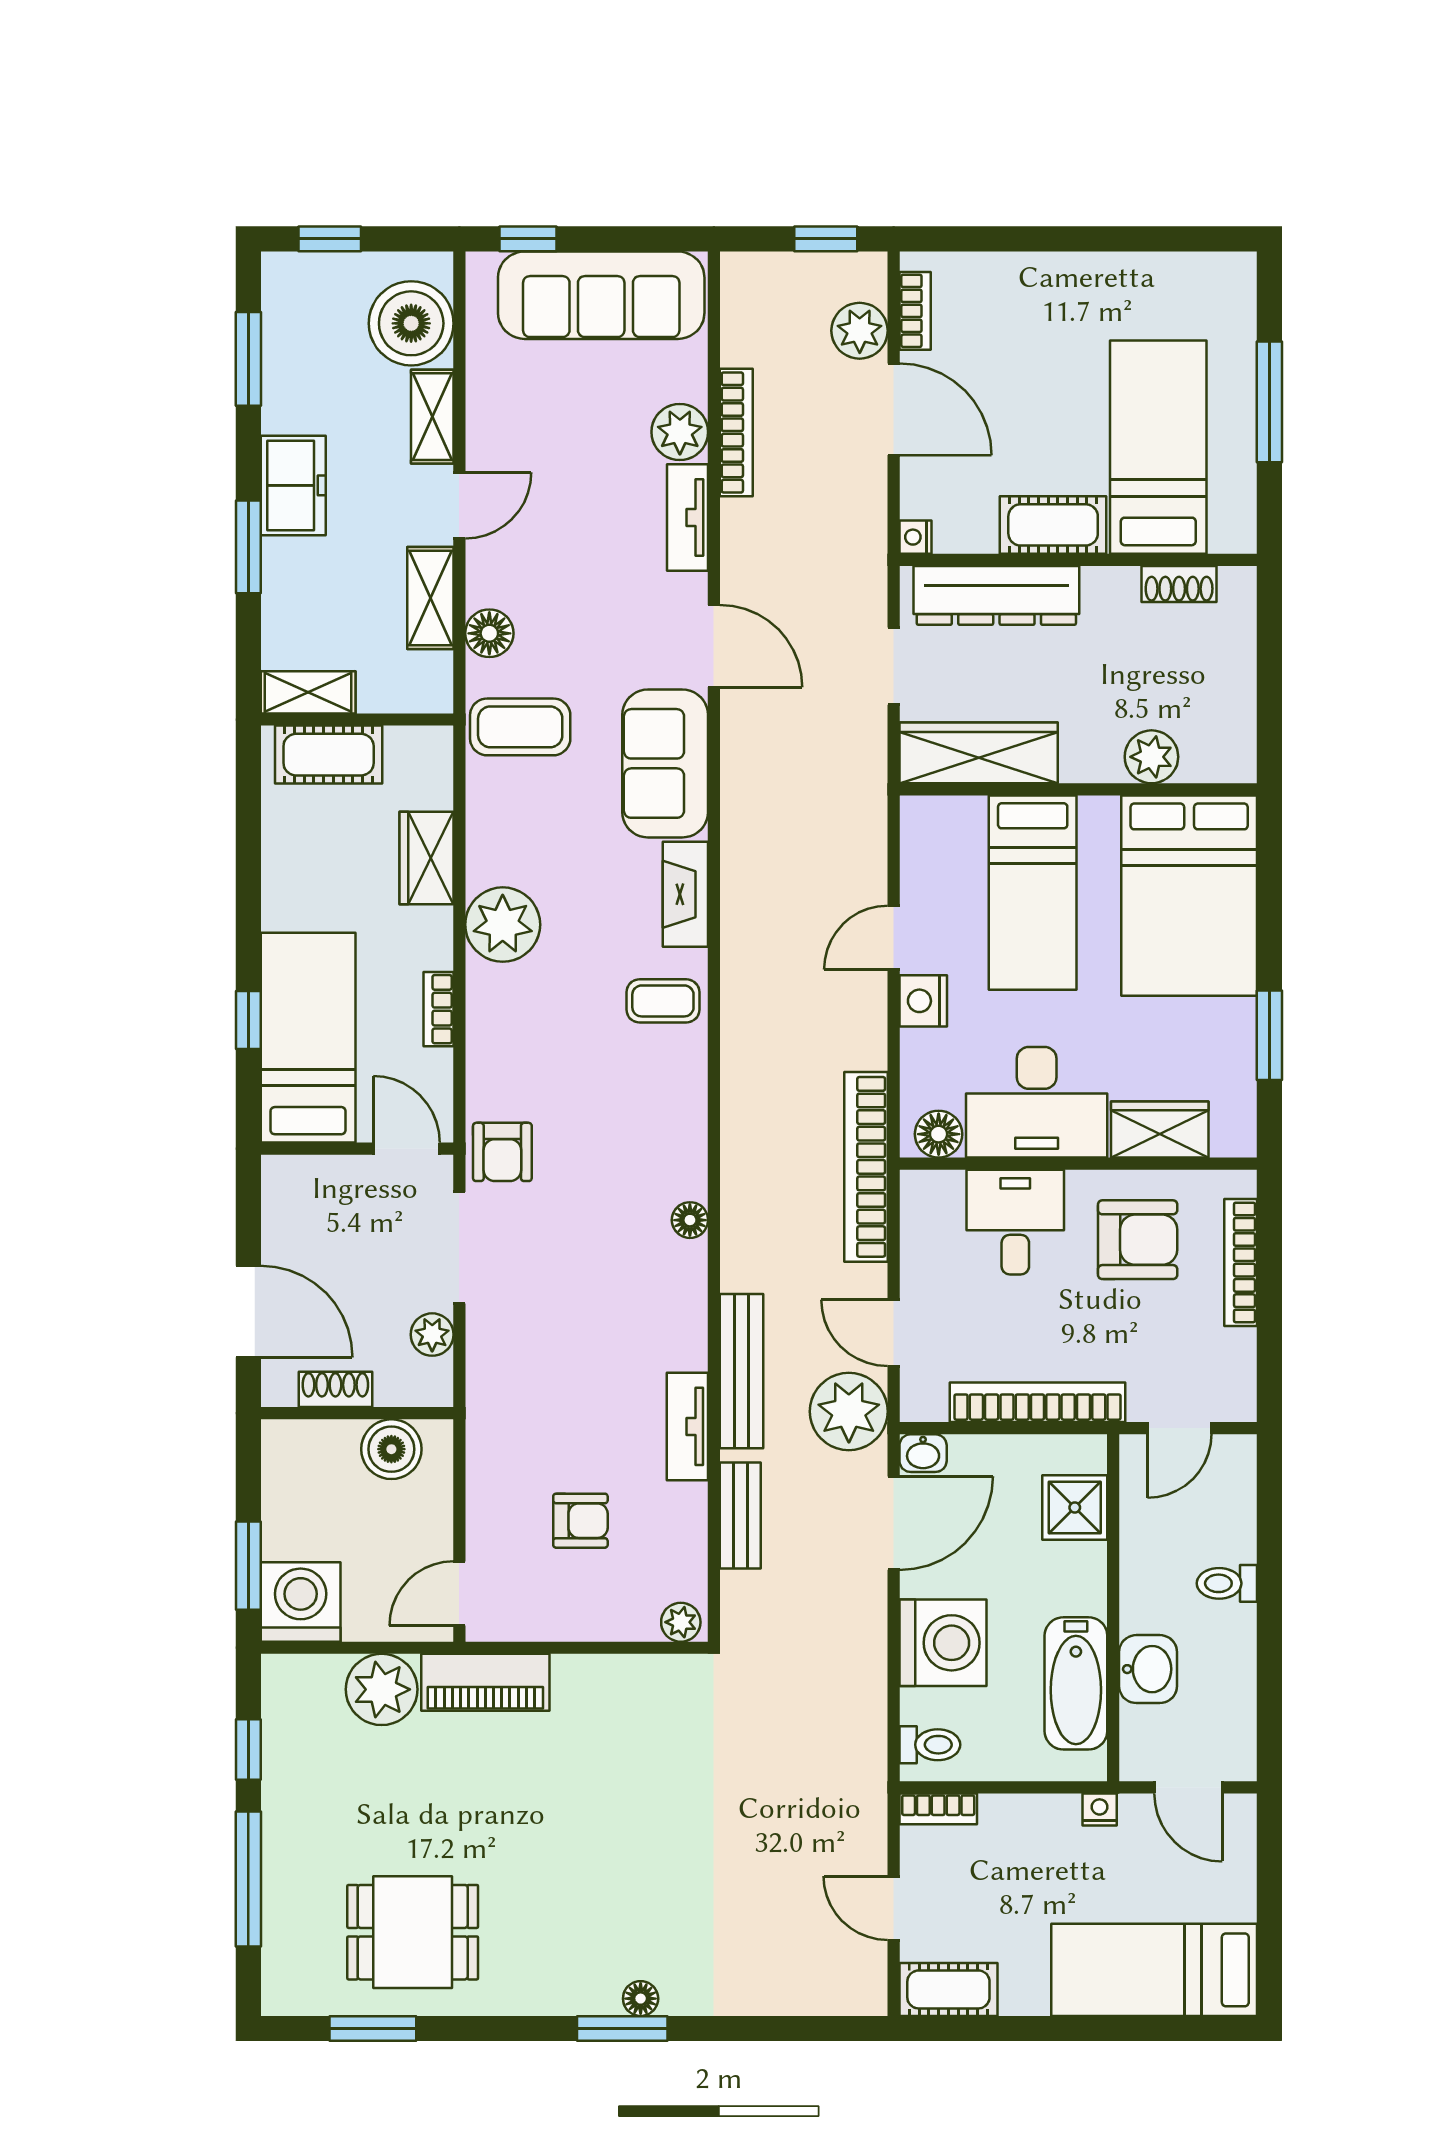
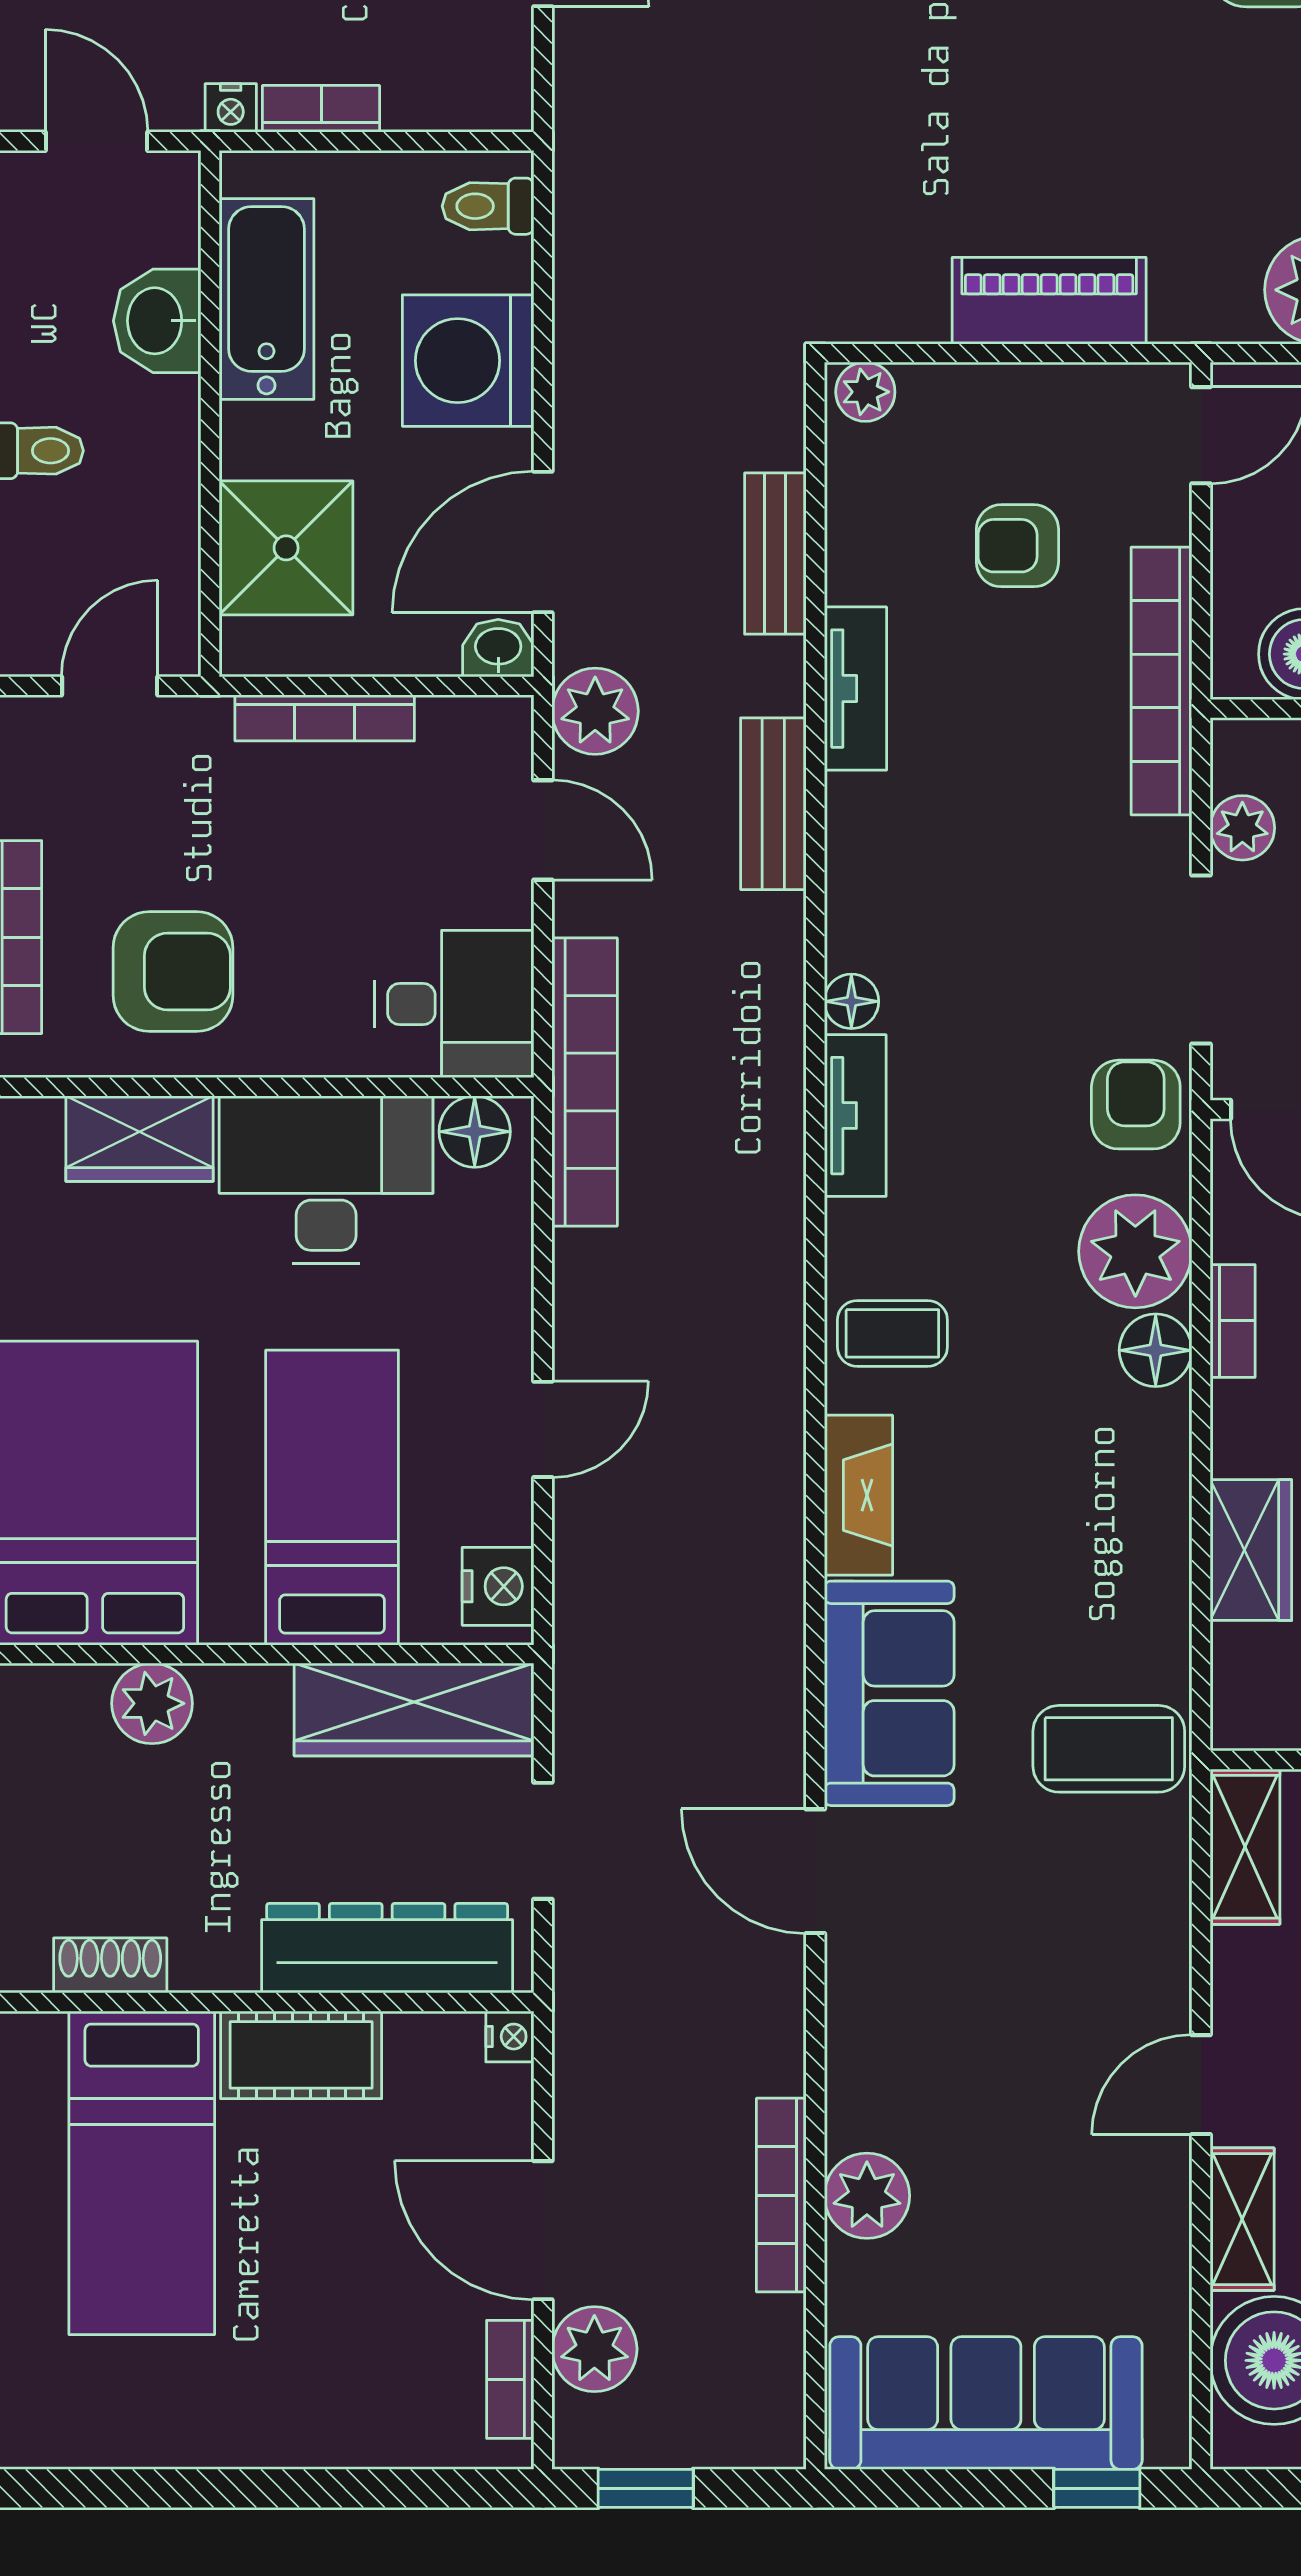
tv unit: (688, 518) -> (855, 1116), moved
shelving: (430, 598) -> (1245, 1847), moved
floor lamp: (489, 633) -> (1156, 1350), moved
plant: (503, 925) -> (1135, 1251), moved
nightstand: (923, 1001) -> (498, 1586), moved
desk: (1015, 1222) -> (454, 1004), moved, turned -90
armchair: (1138, 1240) -> (173, 972), turned 180
bench: (742, 1371) -> (773, 804), width x0.73
bookcase: (1038, 1402) -> (325, 718), width x0.68, depth x0.76
plant: (849, 1411) -> (595, 711), width x0.73, depth x0.73
bookcase: (485, 1431) -> (1161, 681), added
shower: (1075, 1507) -> (286, 548), width x1.36, depth x1.36
piano: (485, 1682) -> (1049, 301), moved
bookcase: (938, 1809) -> (321, 109), moved

